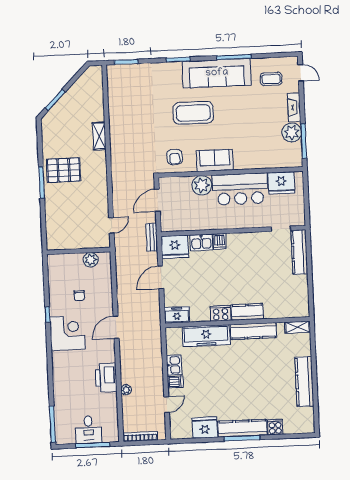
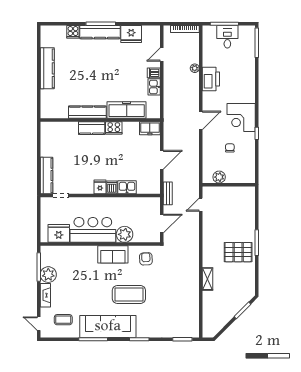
fridge: (175, 247) -> (100, 187), moved, width x0.53, depth x0.75
shelving: (298, 327) -> (51, 114), removed

